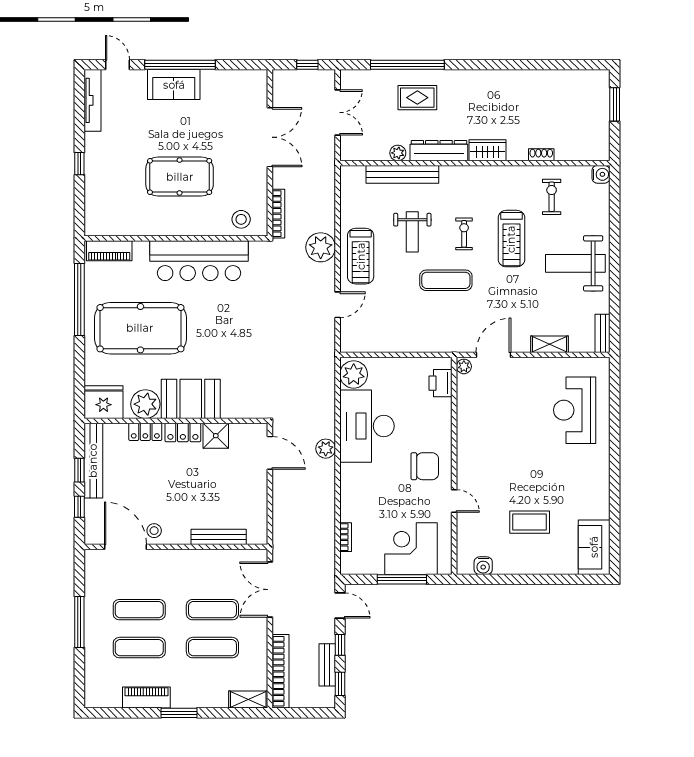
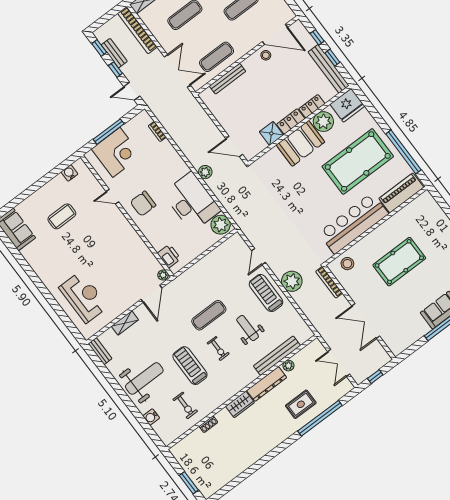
water cooler: (601, 174) -> (151, 417), moved
piano: (109, 251) -> (401, 193), width x1.37, depth x1.33
exercise mat: (212, 610) -> (217, 57), moved

